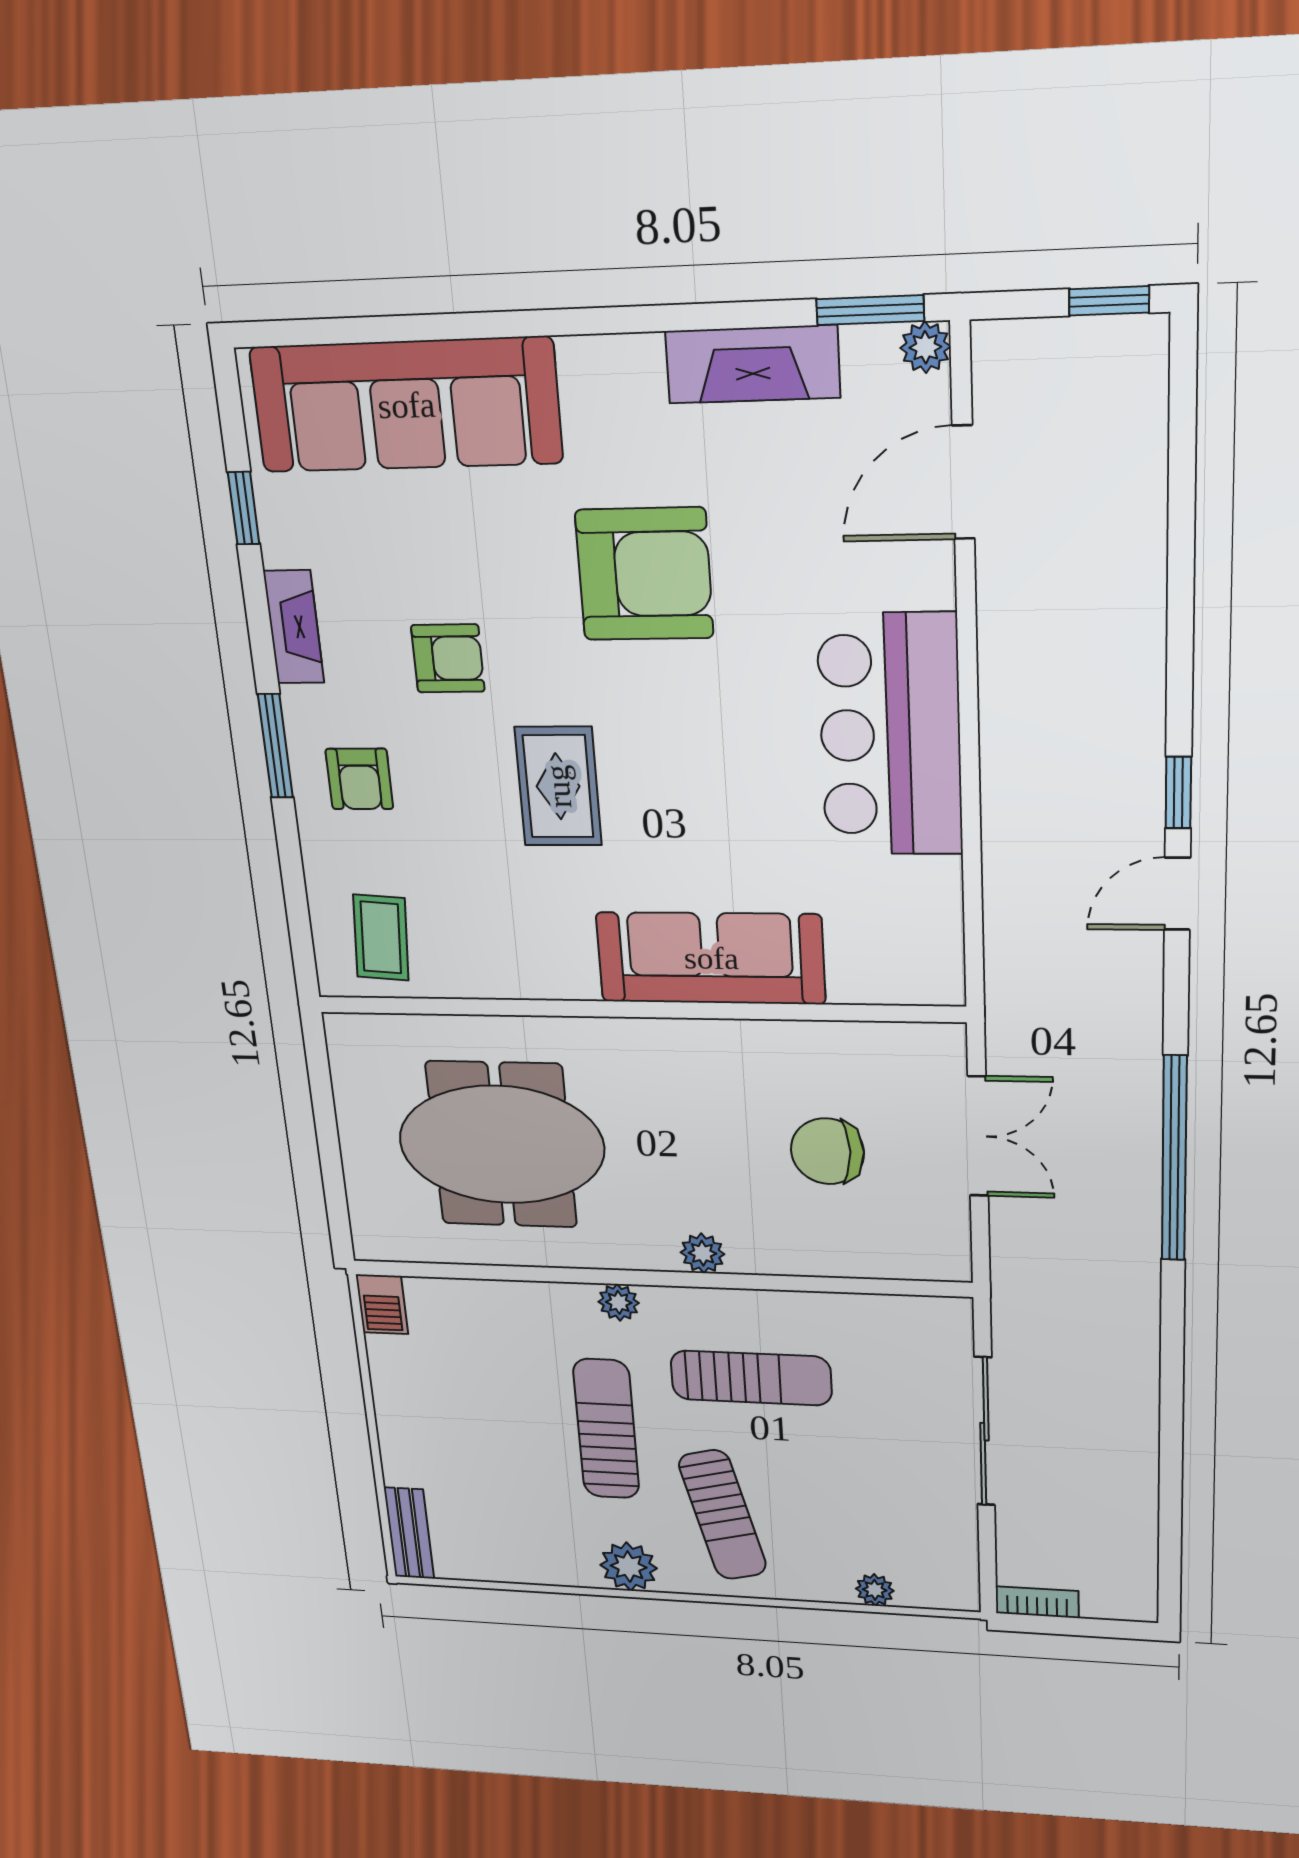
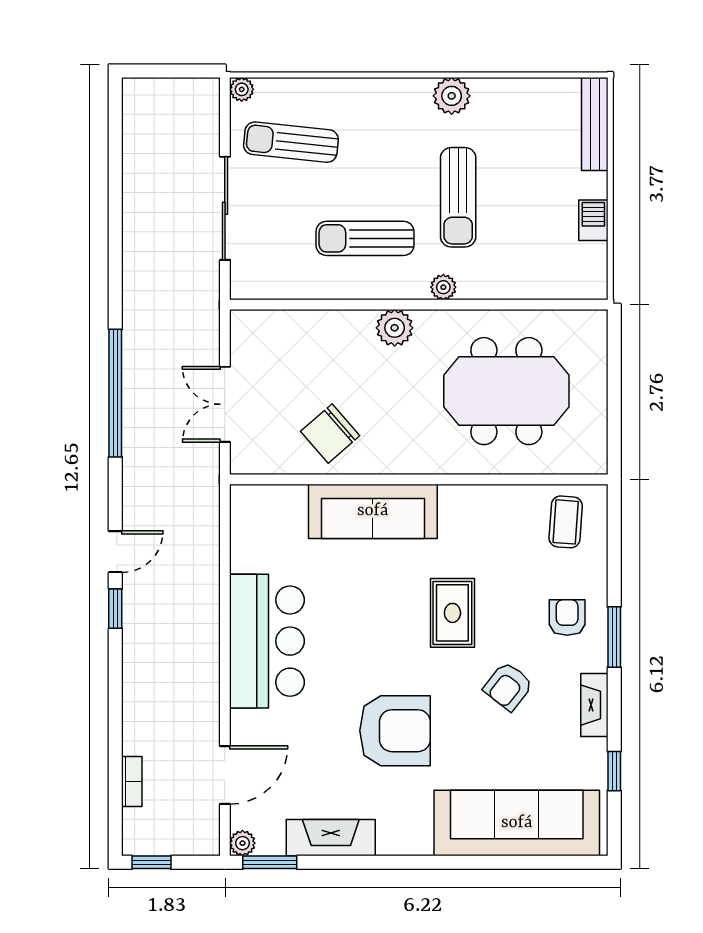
armchair: (644, 574) -> (395, 731), turned 180
armchair: (448, 658) -> (508, 686), turned -52
chair: (827, 1151) -> (330, 433), moved, turned 139
plant: (703, 1253) -> (395, 328), width x1.38, depth x1.38
barbecue: (382, 1304) -> (593, 220), moved
sun lounger: (723, 1515) -> (291, 142), moved, turned -70
bench: (409, 1533) -> (595, 124), width x1.36
plant: (875, 1590) -> (242, 89), moved
bookcase: (1037, 1602) -> (132, 781), moved, turned -90

